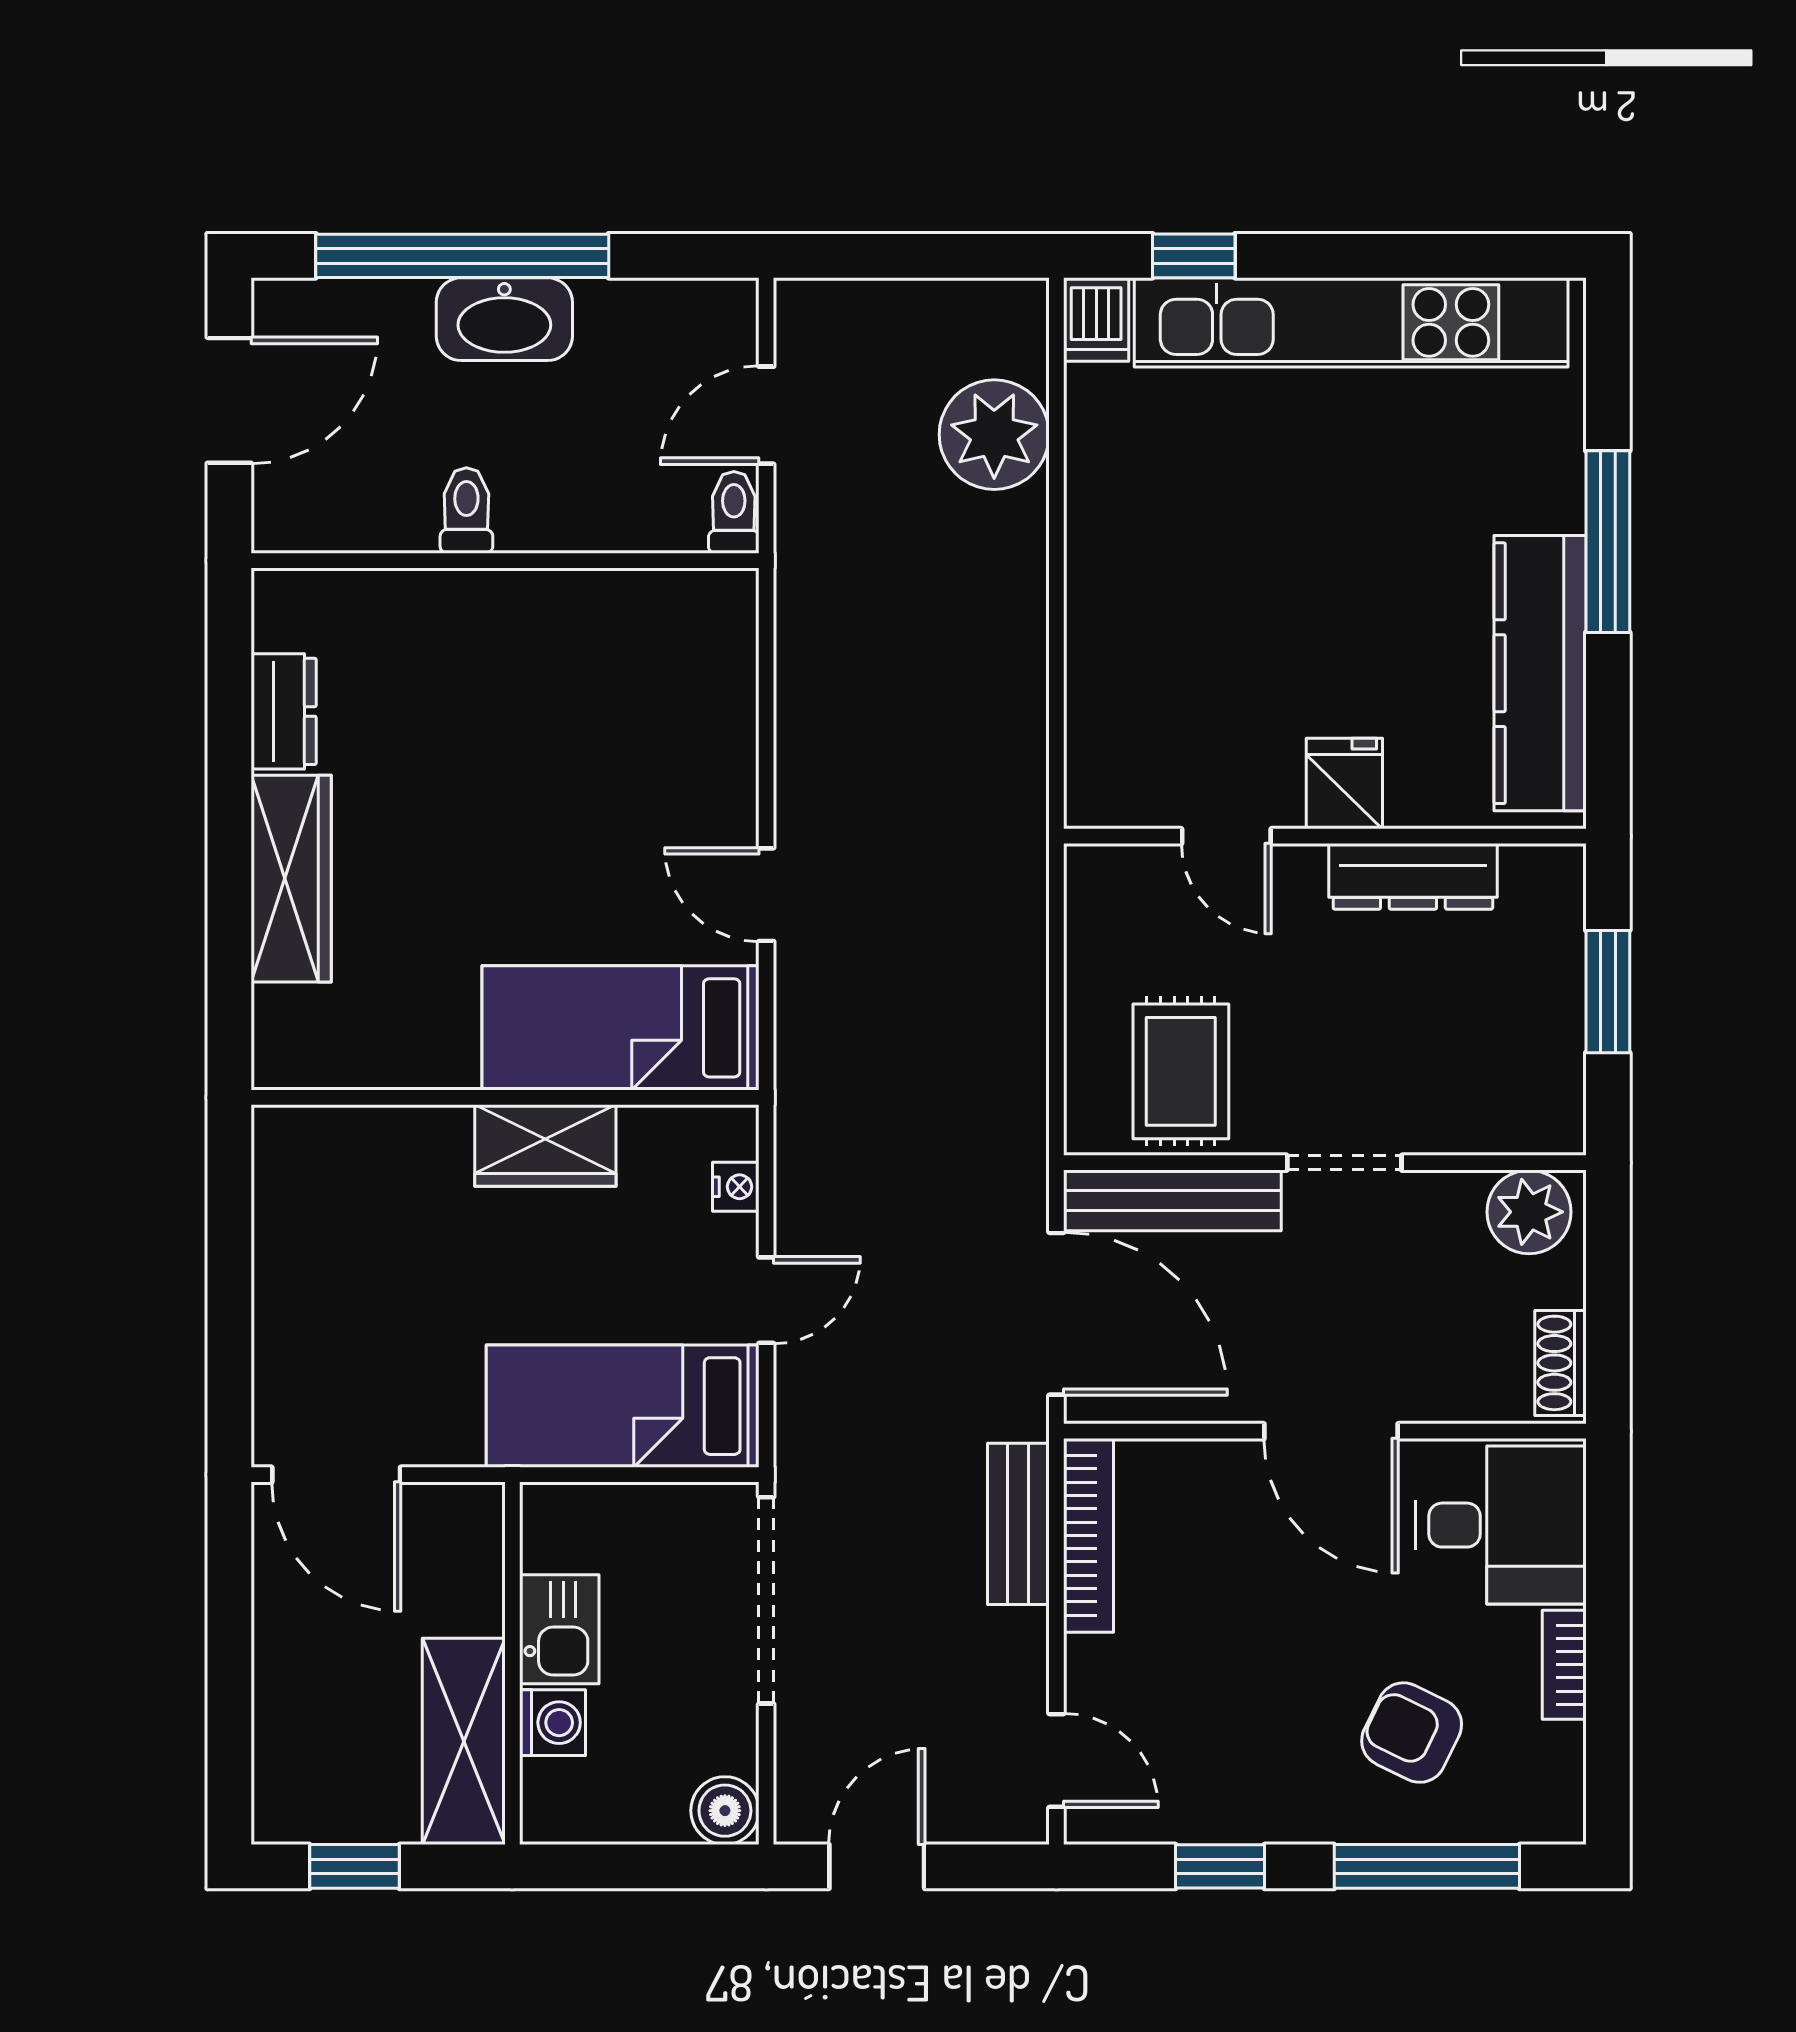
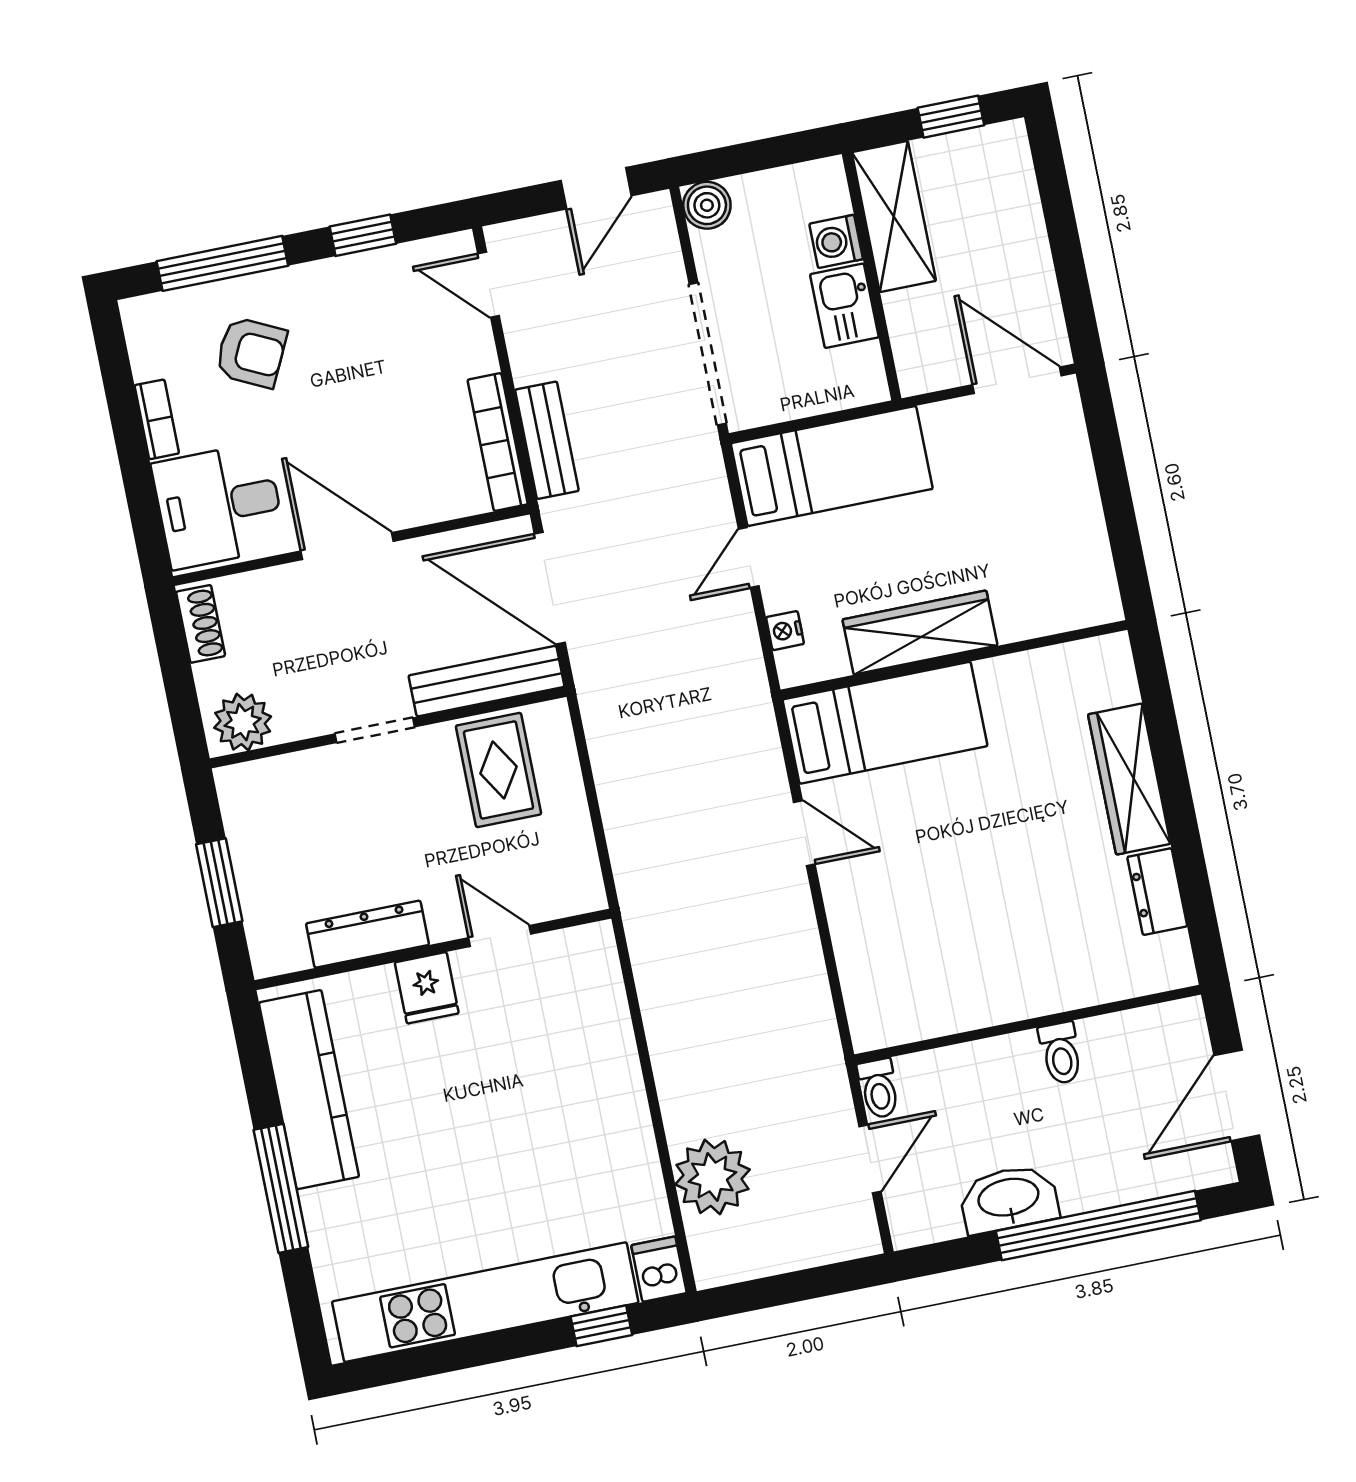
washbasin: (504, 319) -> (1009, 1199), moved
wardrobe: (545, 1146) -> (920, 632), width x1.50

